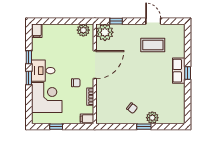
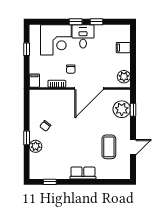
filing cabinet: (37, 31) -> (123, 48), moved
plant: (105, 32) -> (122, 109), moved
door: (95, 65) -> (89, 88), hinge flipped
window: (188, 73) -> (50, 182), moved

